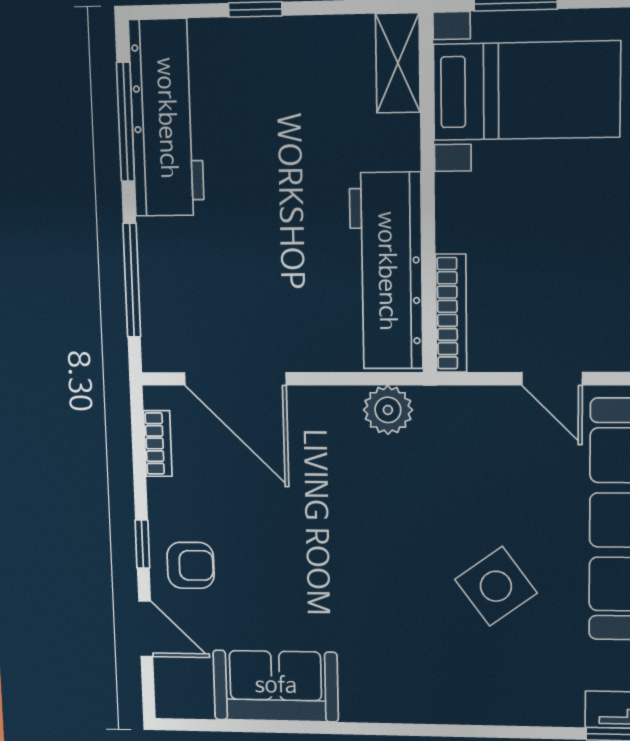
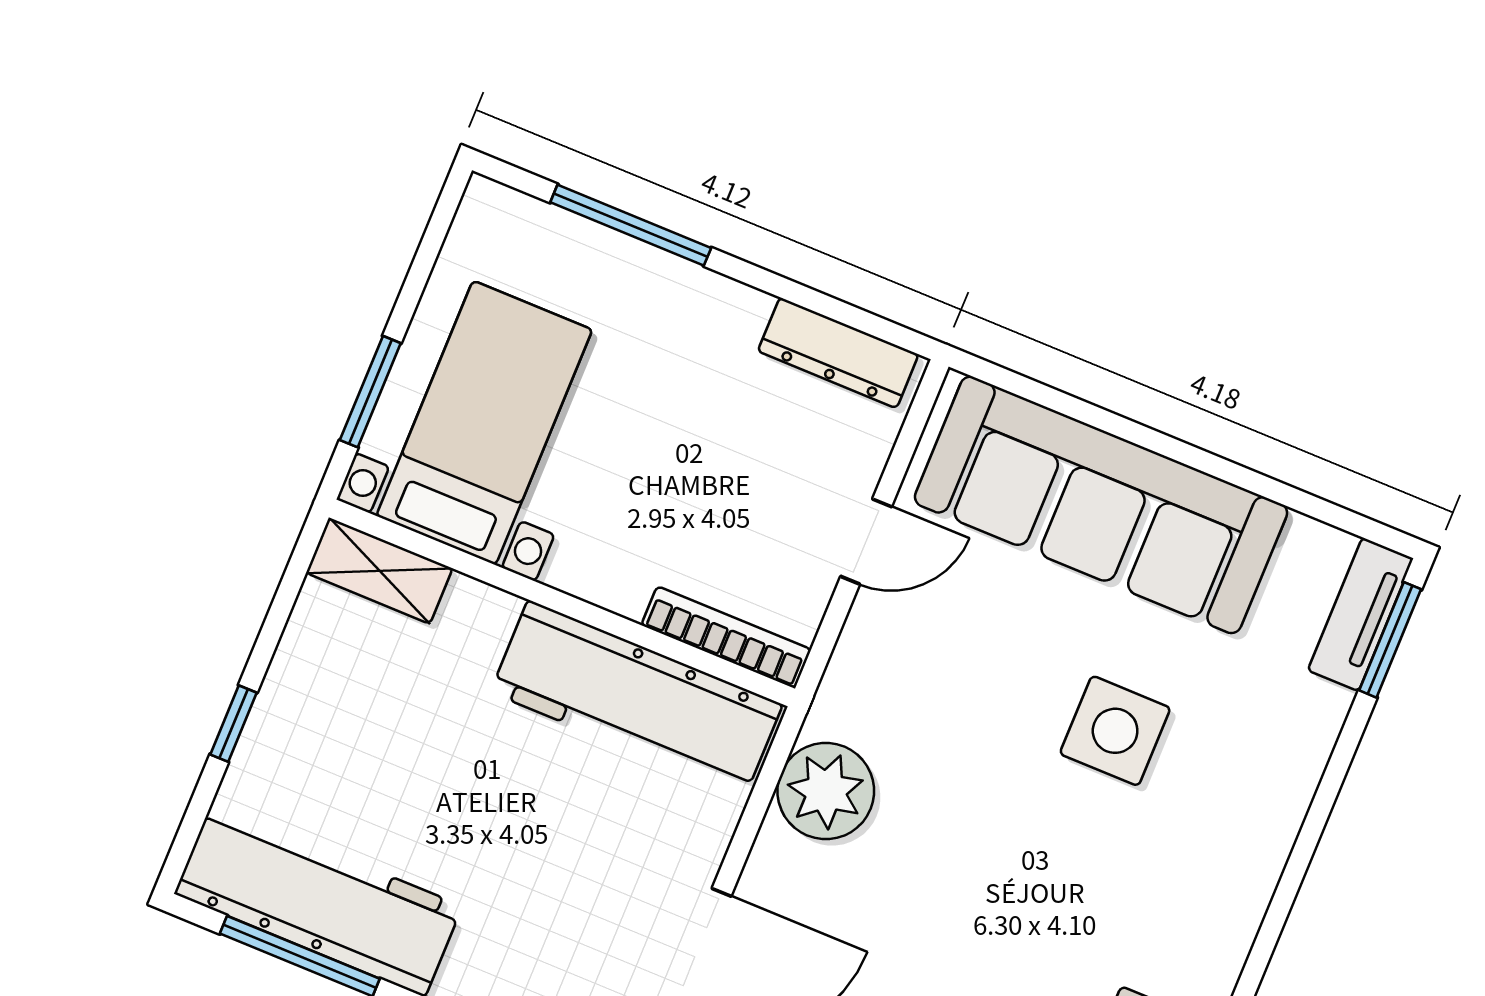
plant: (388, 410) -> (826, 791), width x1.36, depth x1.36
side table: (496, 586) -> (1115, 731), turned 36

